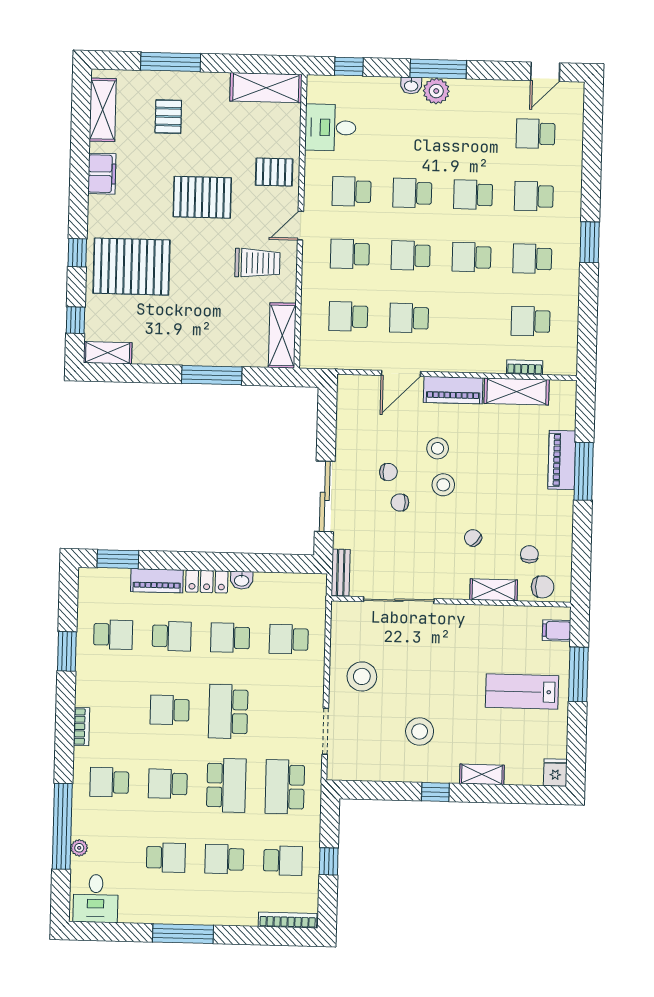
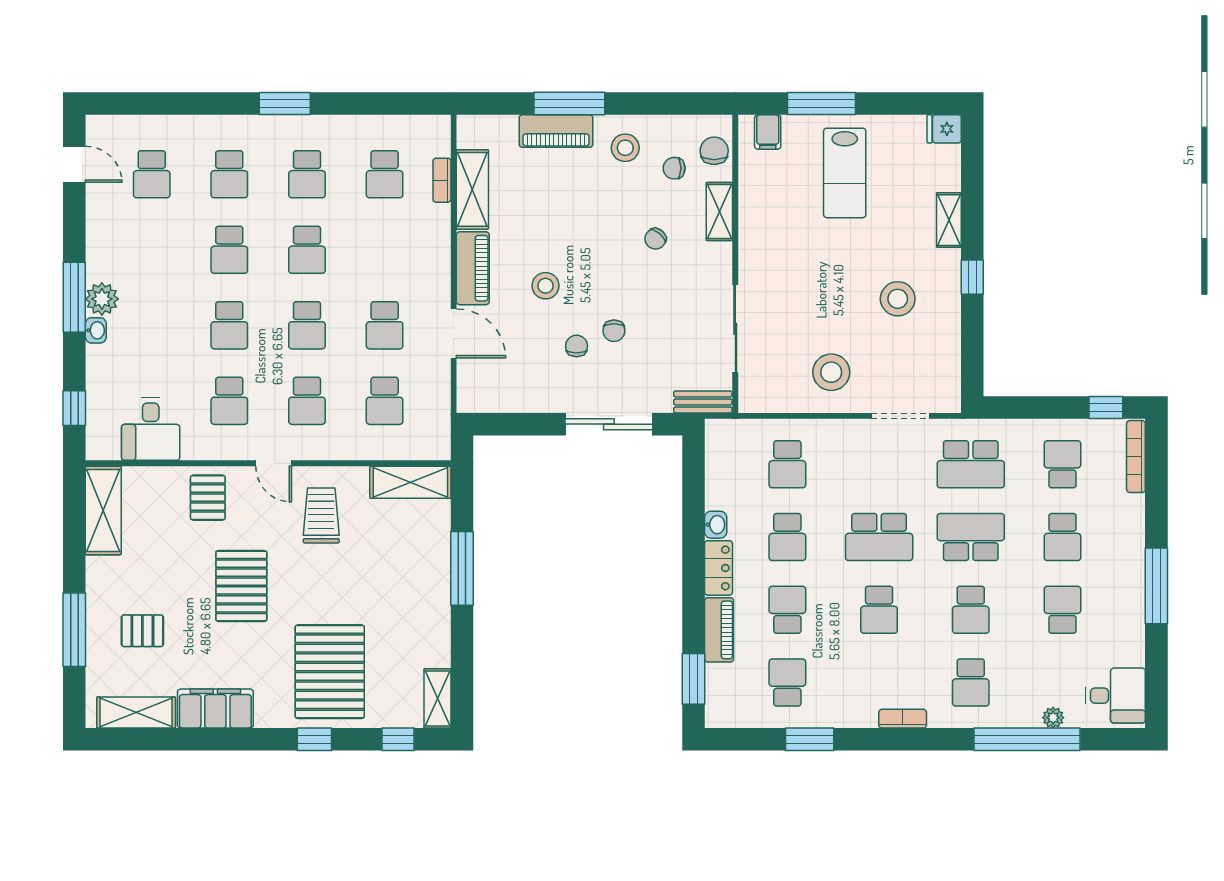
filing cabinet: (102, 174) -> (215, 709), width x1.50, depth x1.17
stool: (443, 485) -> (625, 148), moved
window: (329, 861) -> (1106, 407), moved

